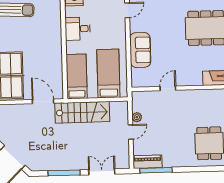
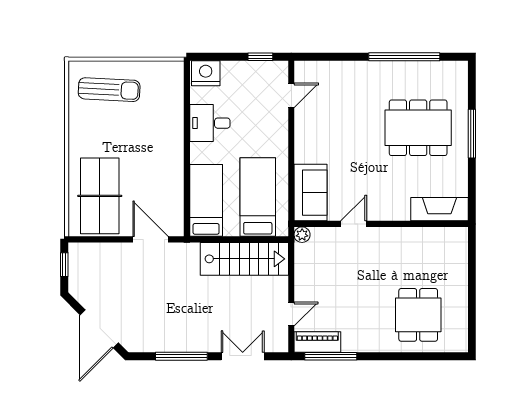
sofa: (140, 50) -> (311, 193), moved
stairs: (82, 112) -> (244, 259), moved
plant: (137, 117) -> (302, 235), moved
door: (131, 132) -> (291, 314), moved

